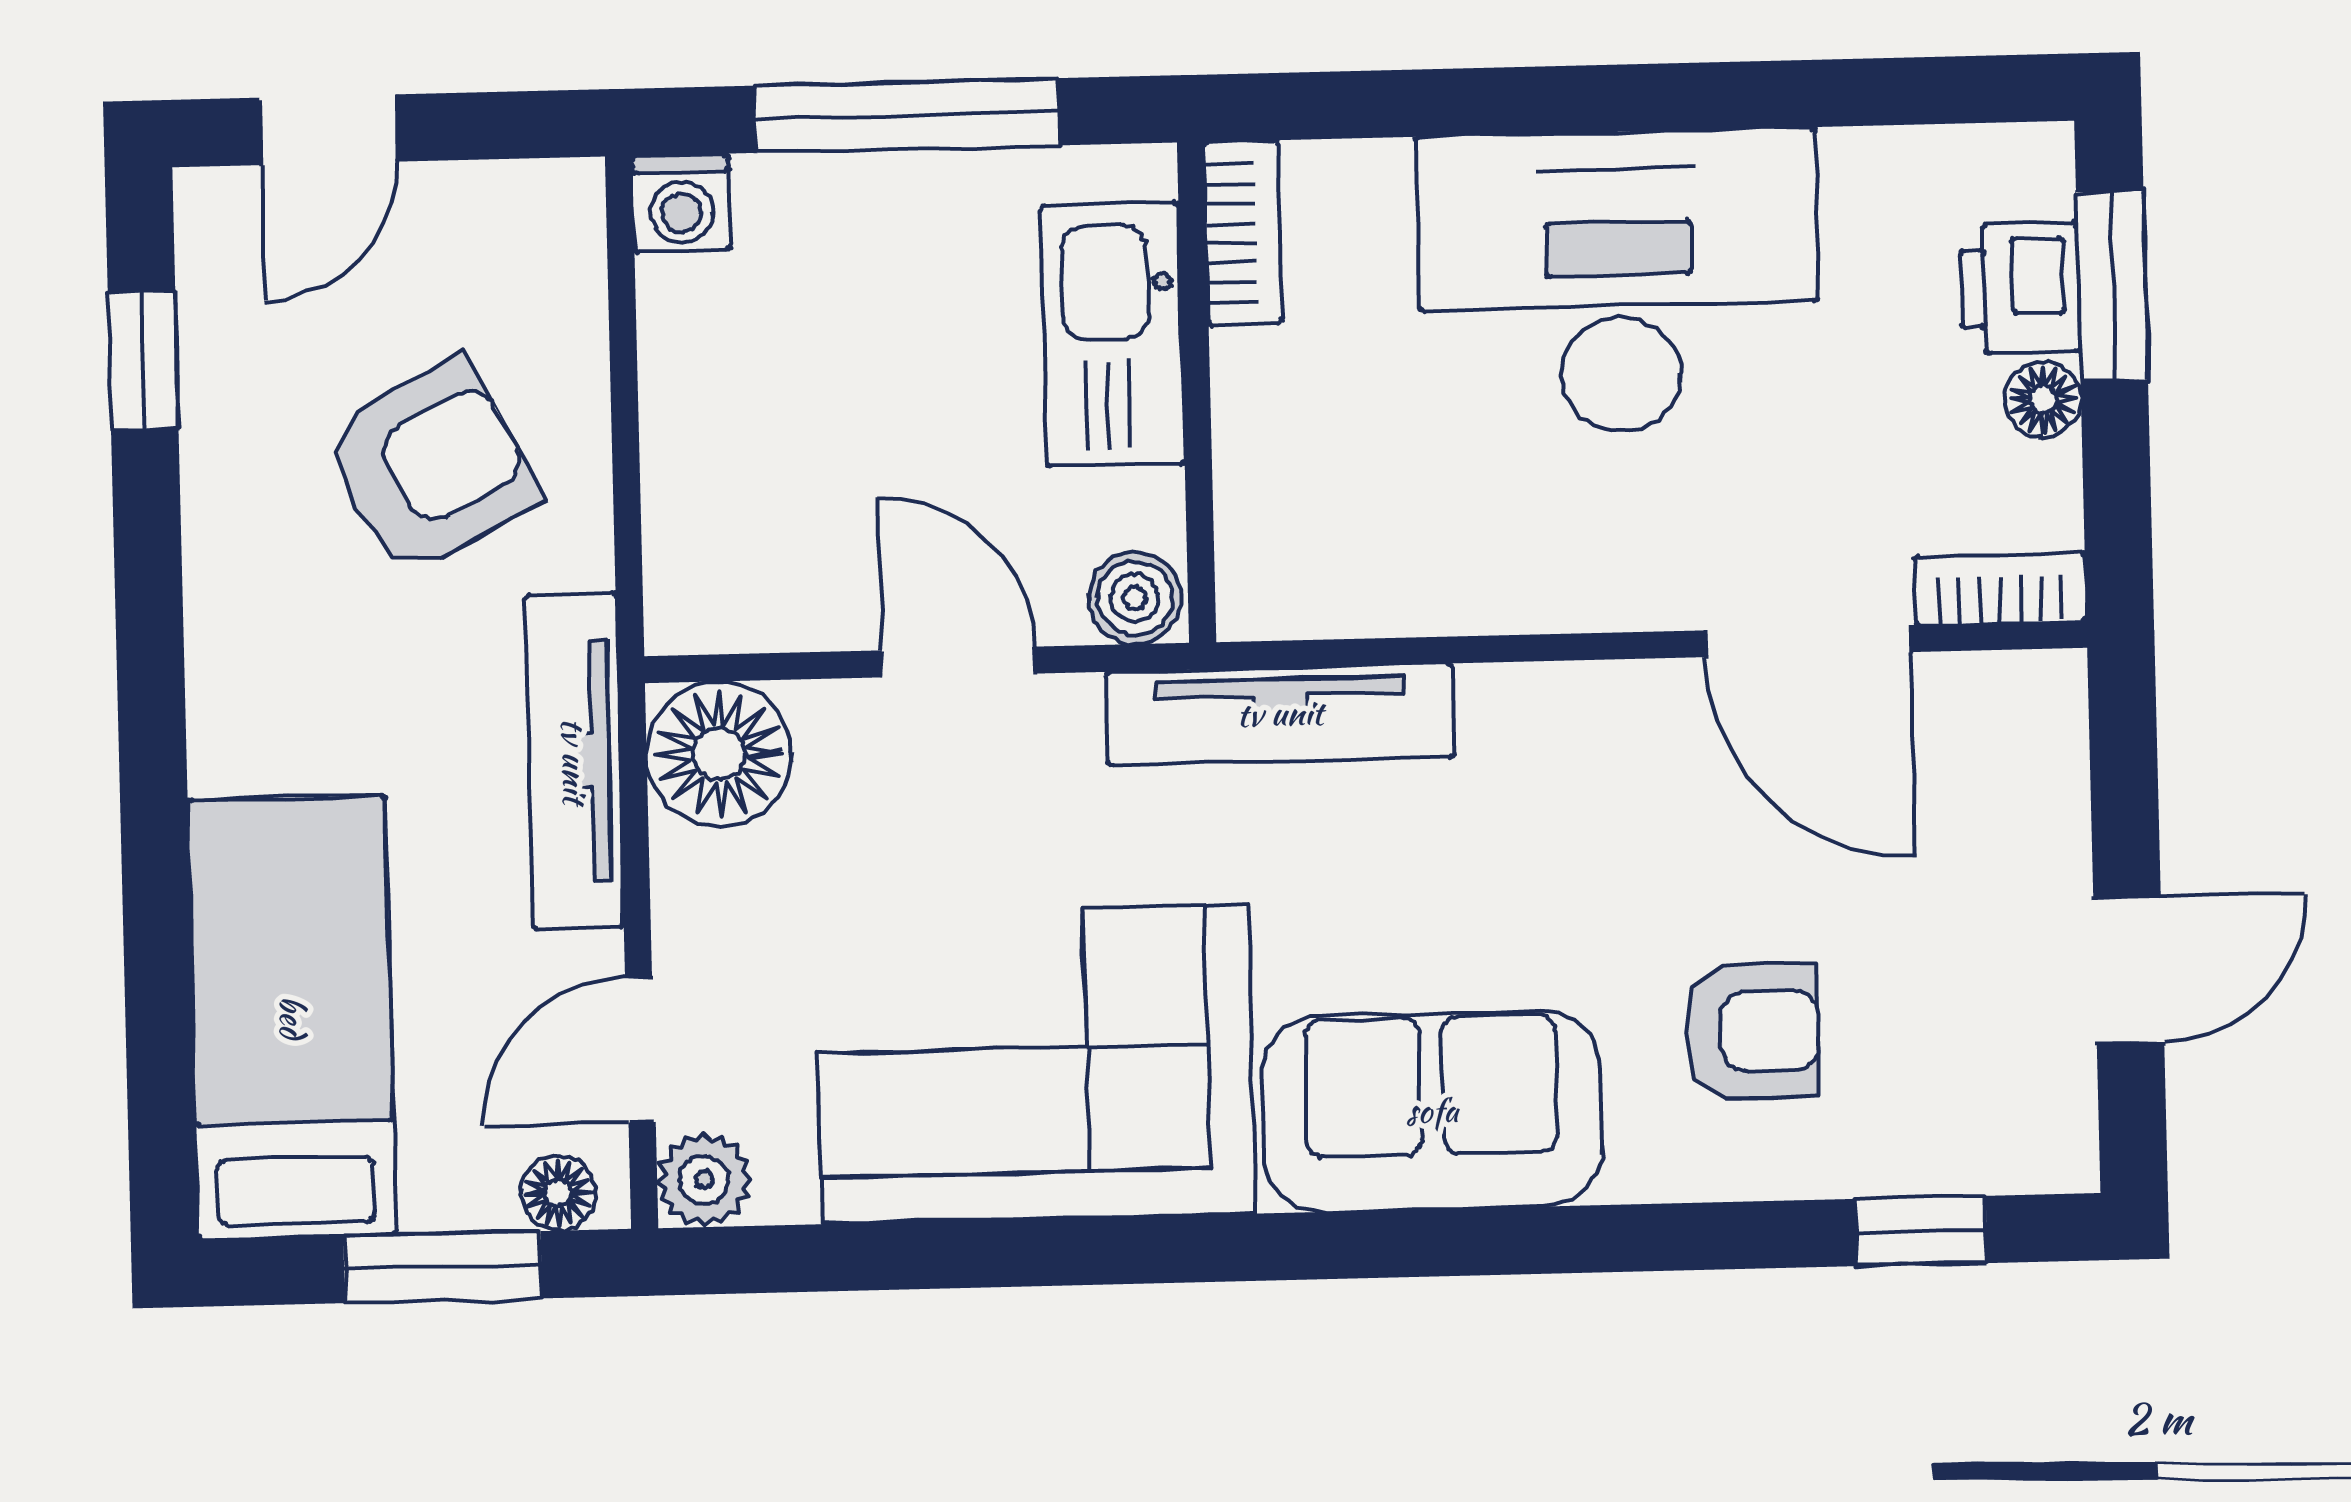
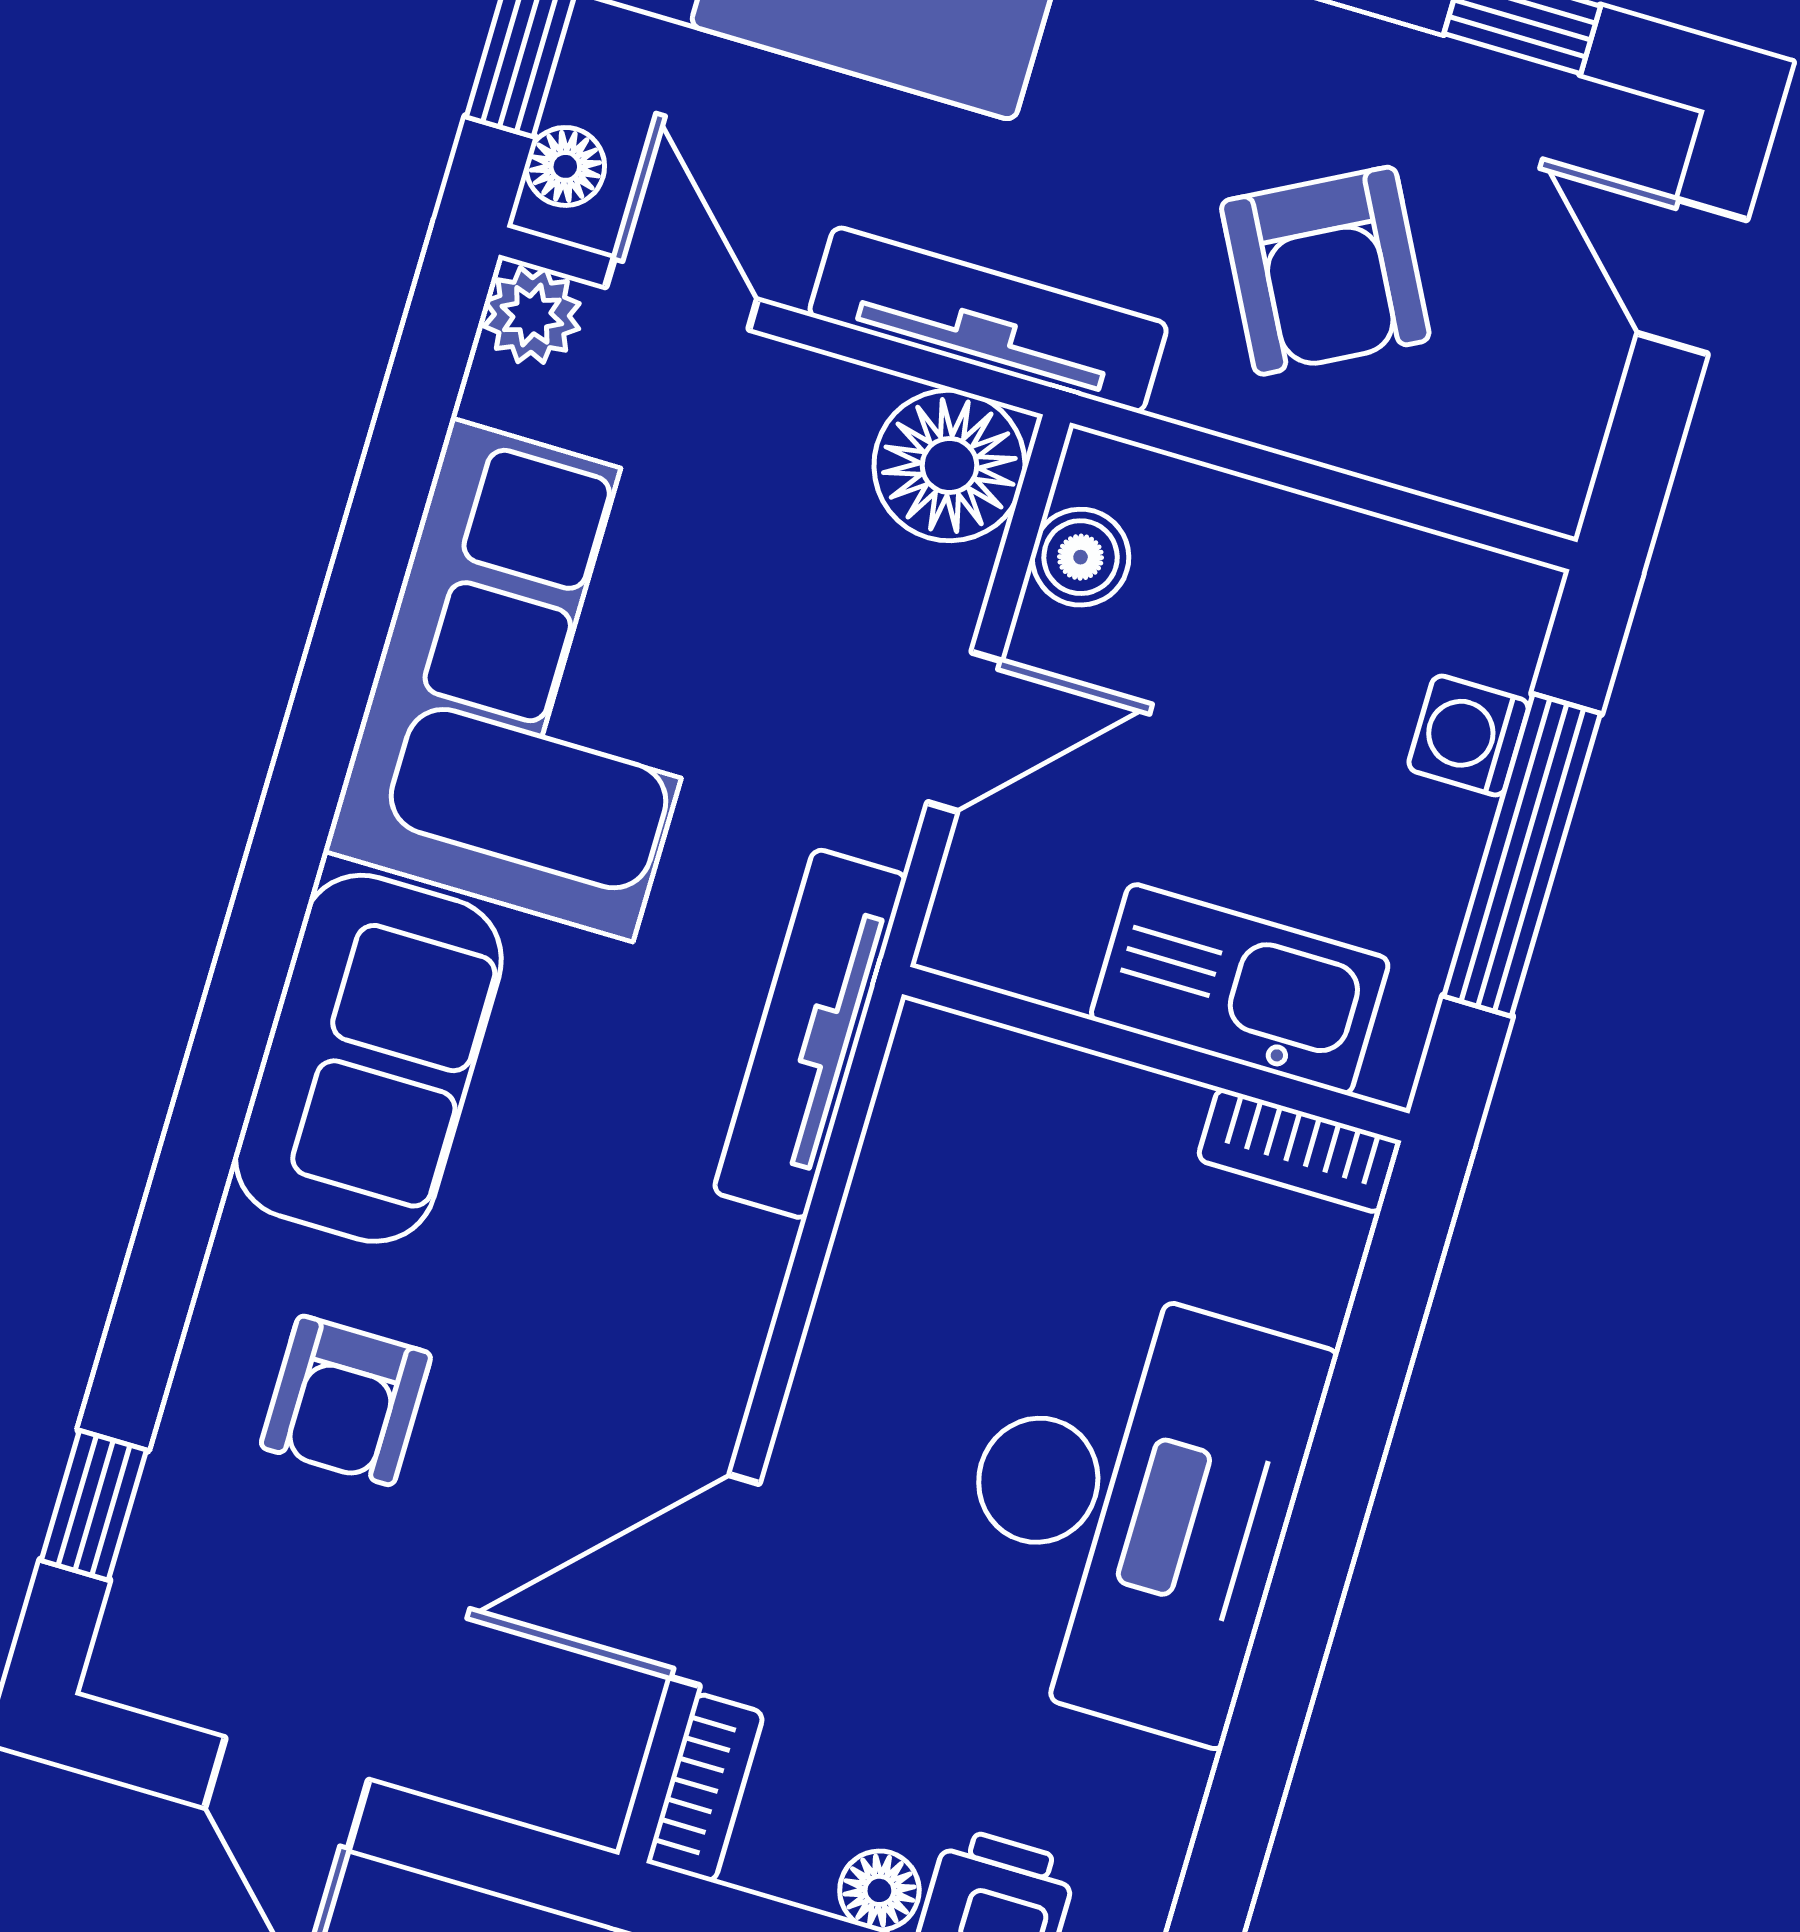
washing machine: (681, 203) -> (1469, 736), moved
boiler: (1135, 598) -> (1081, 557), moved

